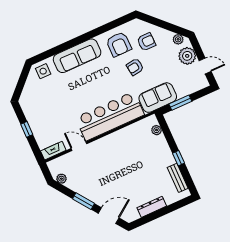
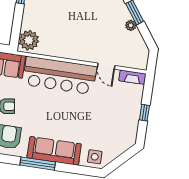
window: (83, 38) -> (38, 164), added
plant: (156, 130) -> (29, 40), width x1.87, depth x1.87
plant: (61, 179) -> (131, 25), moved

